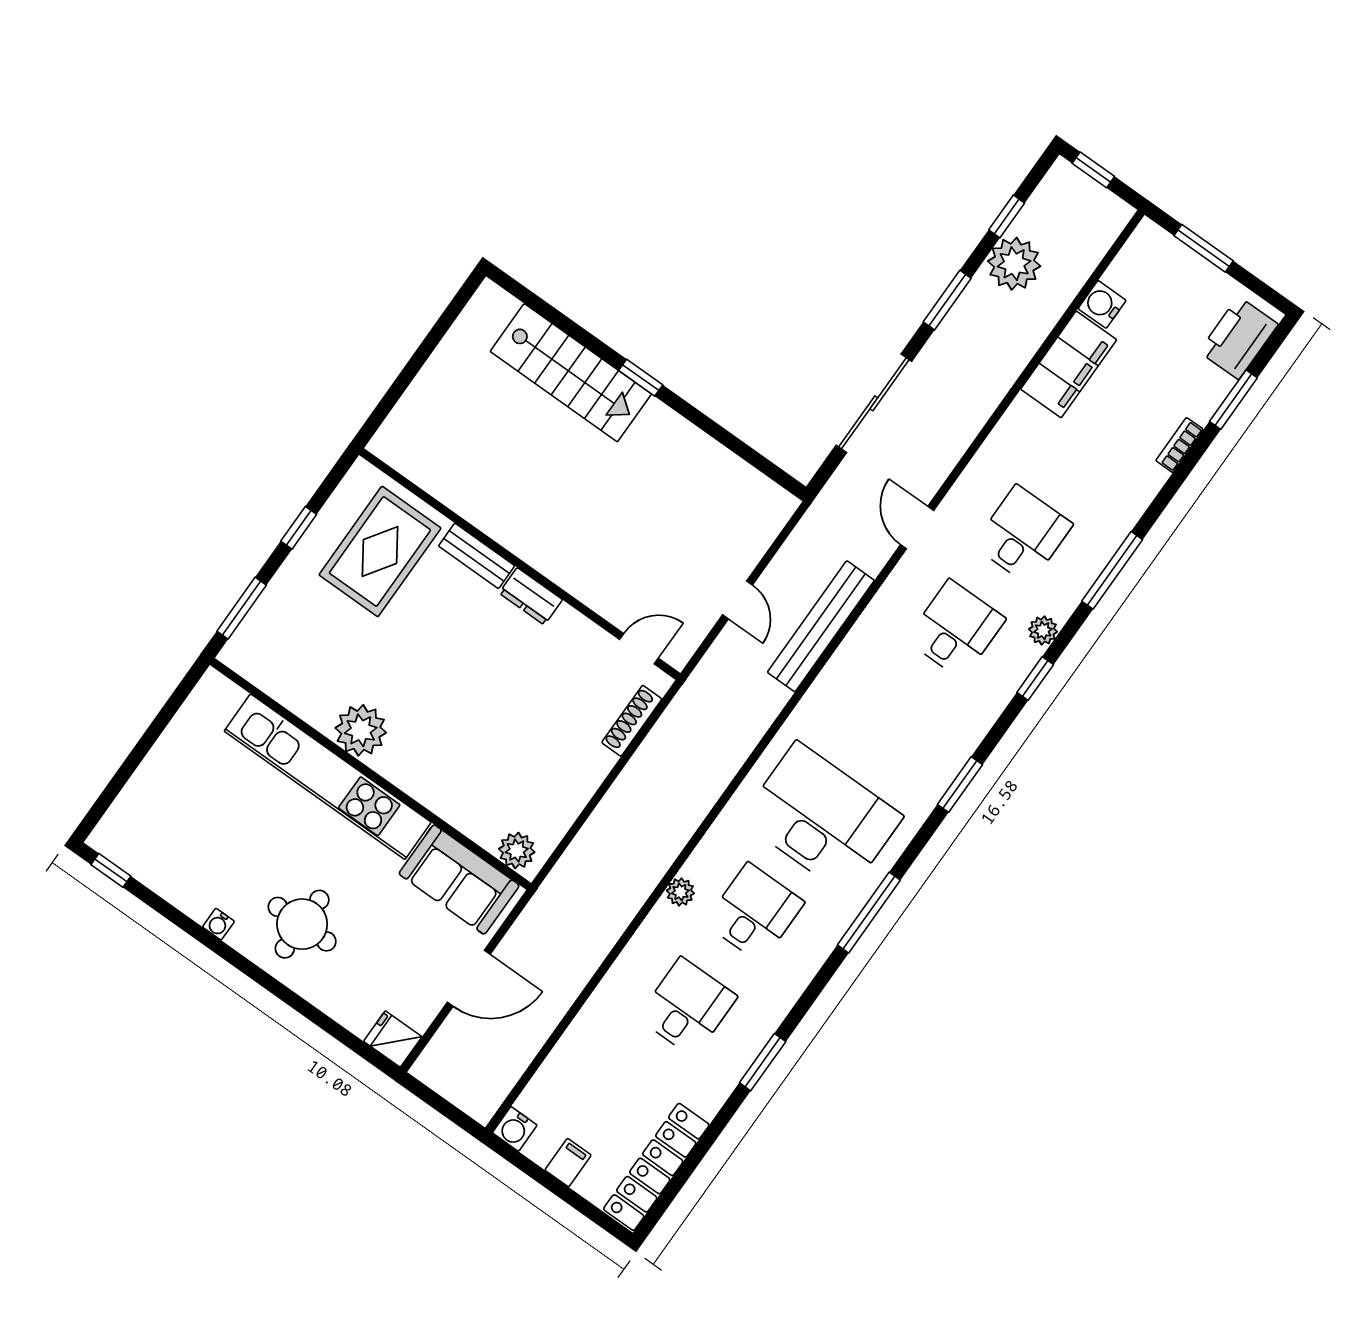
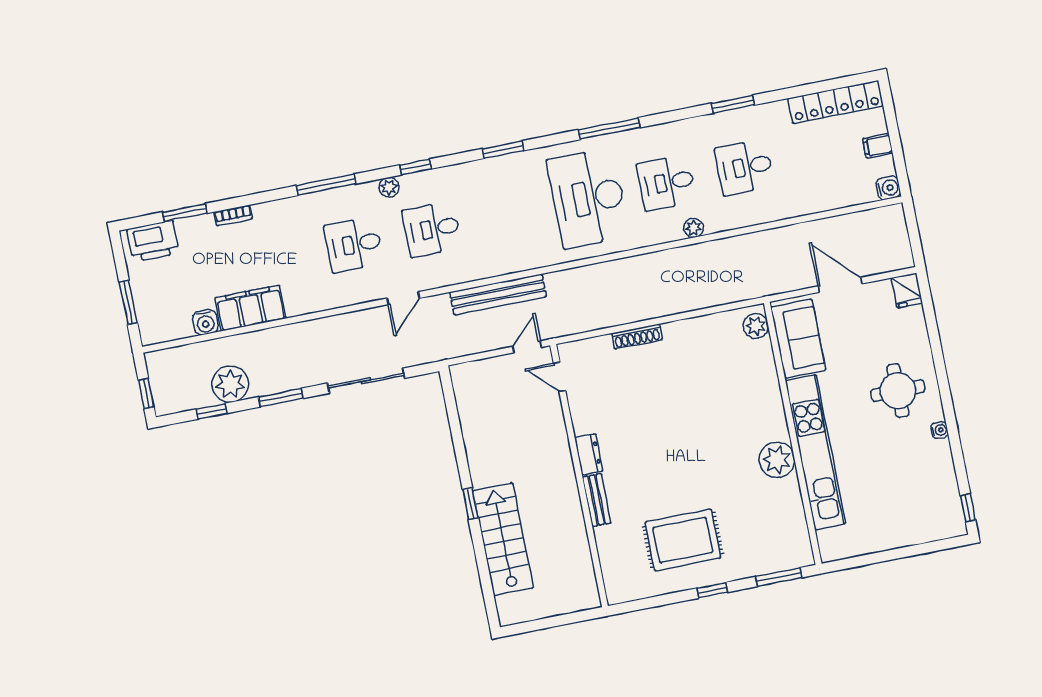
bench: (477, 556) -> (597, 500), moved
wall: (520, 564) -> (579, 476), moved
dresser: (531, 596) -> (589, 454), moved
door: (639, 649) -> (560, 377), moved

